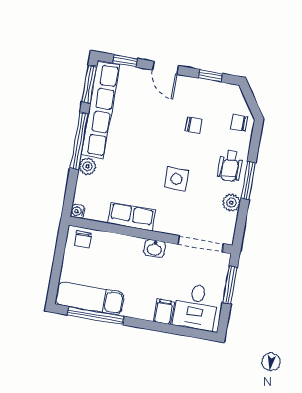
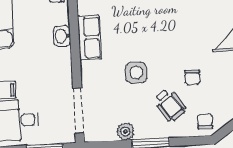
wheelchair: (230, 166) -> (170, 105), moved, turned -126
washbasin: (155, 248) -> (62, 36), moved

